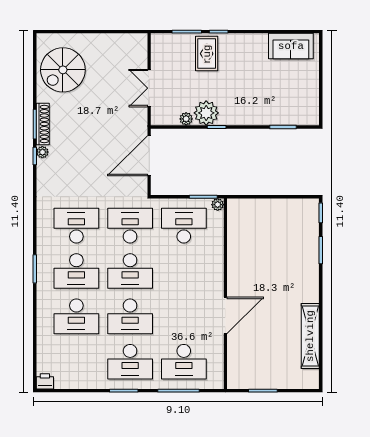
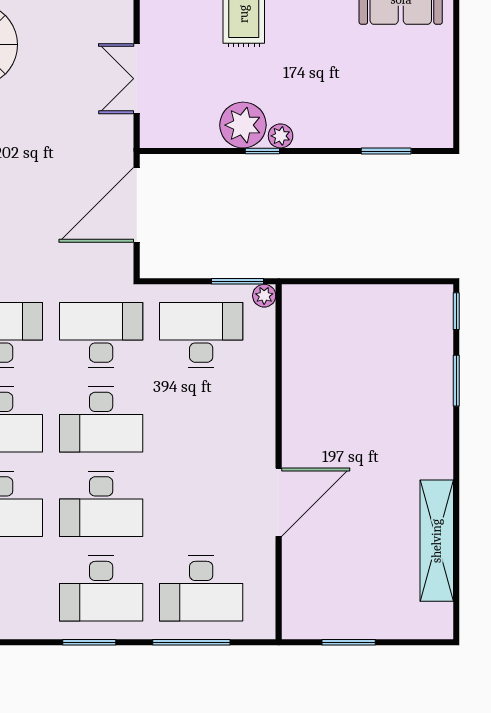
plant: (186, 119) -> (281, 136), moved

